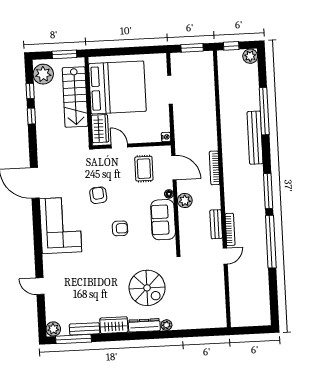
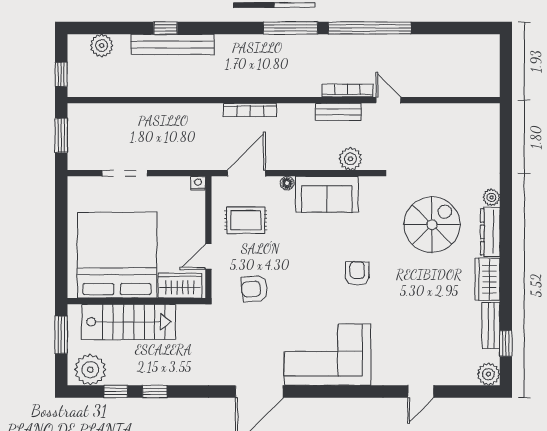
plant: (250, 56) -> (102, 46), moved
window: (264, 111) -> (166, 28), width x0.32
bench: (255, 138) -> (173, 44), moved
armchair: (98, 195) -> (255, 289), moved
plant: (185, 200) -> (350, 159), moved
armchair: (120, 228) -> (357, 273), moved
window: (73, 339) -> (506, 343), width x0.46

